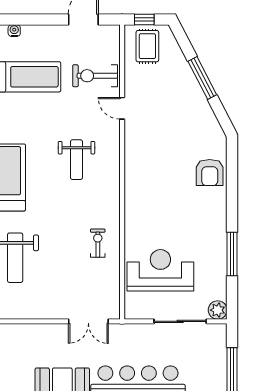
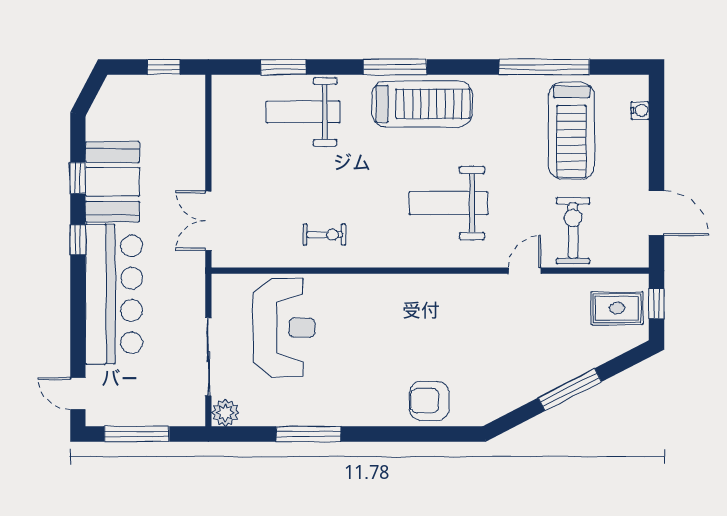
weight bench: (76, 160) -> (448, 203), width x1.36, depth x1.33

